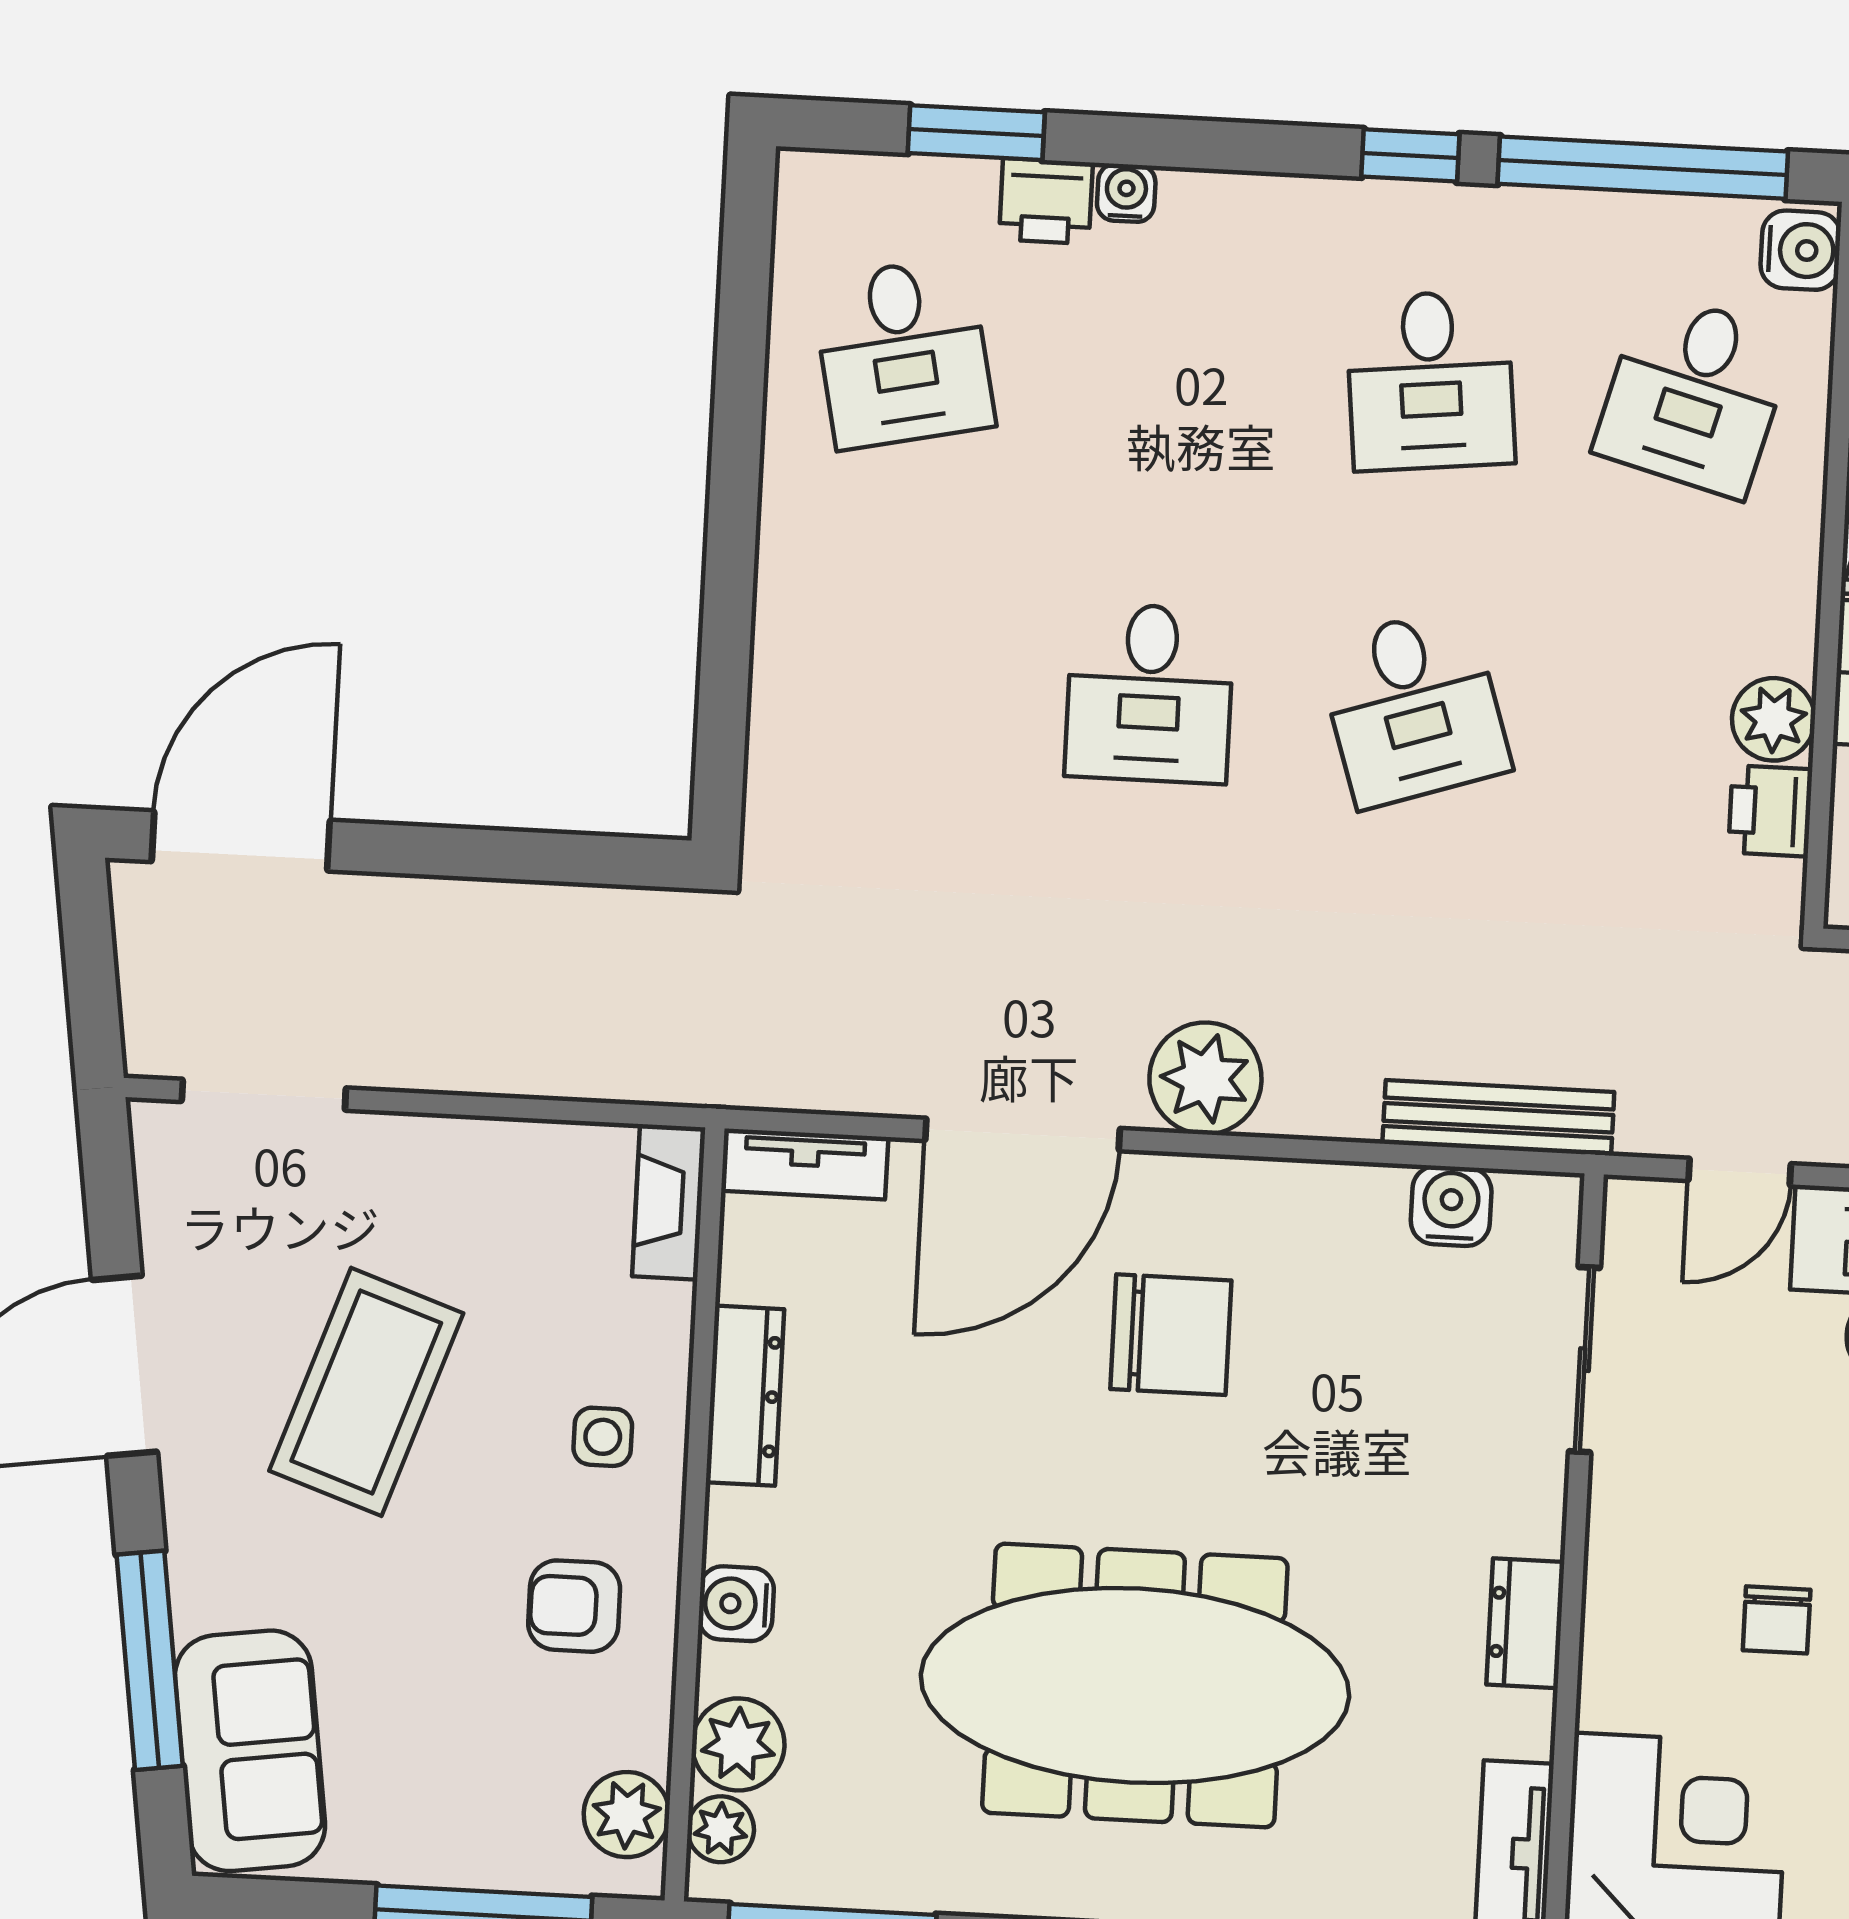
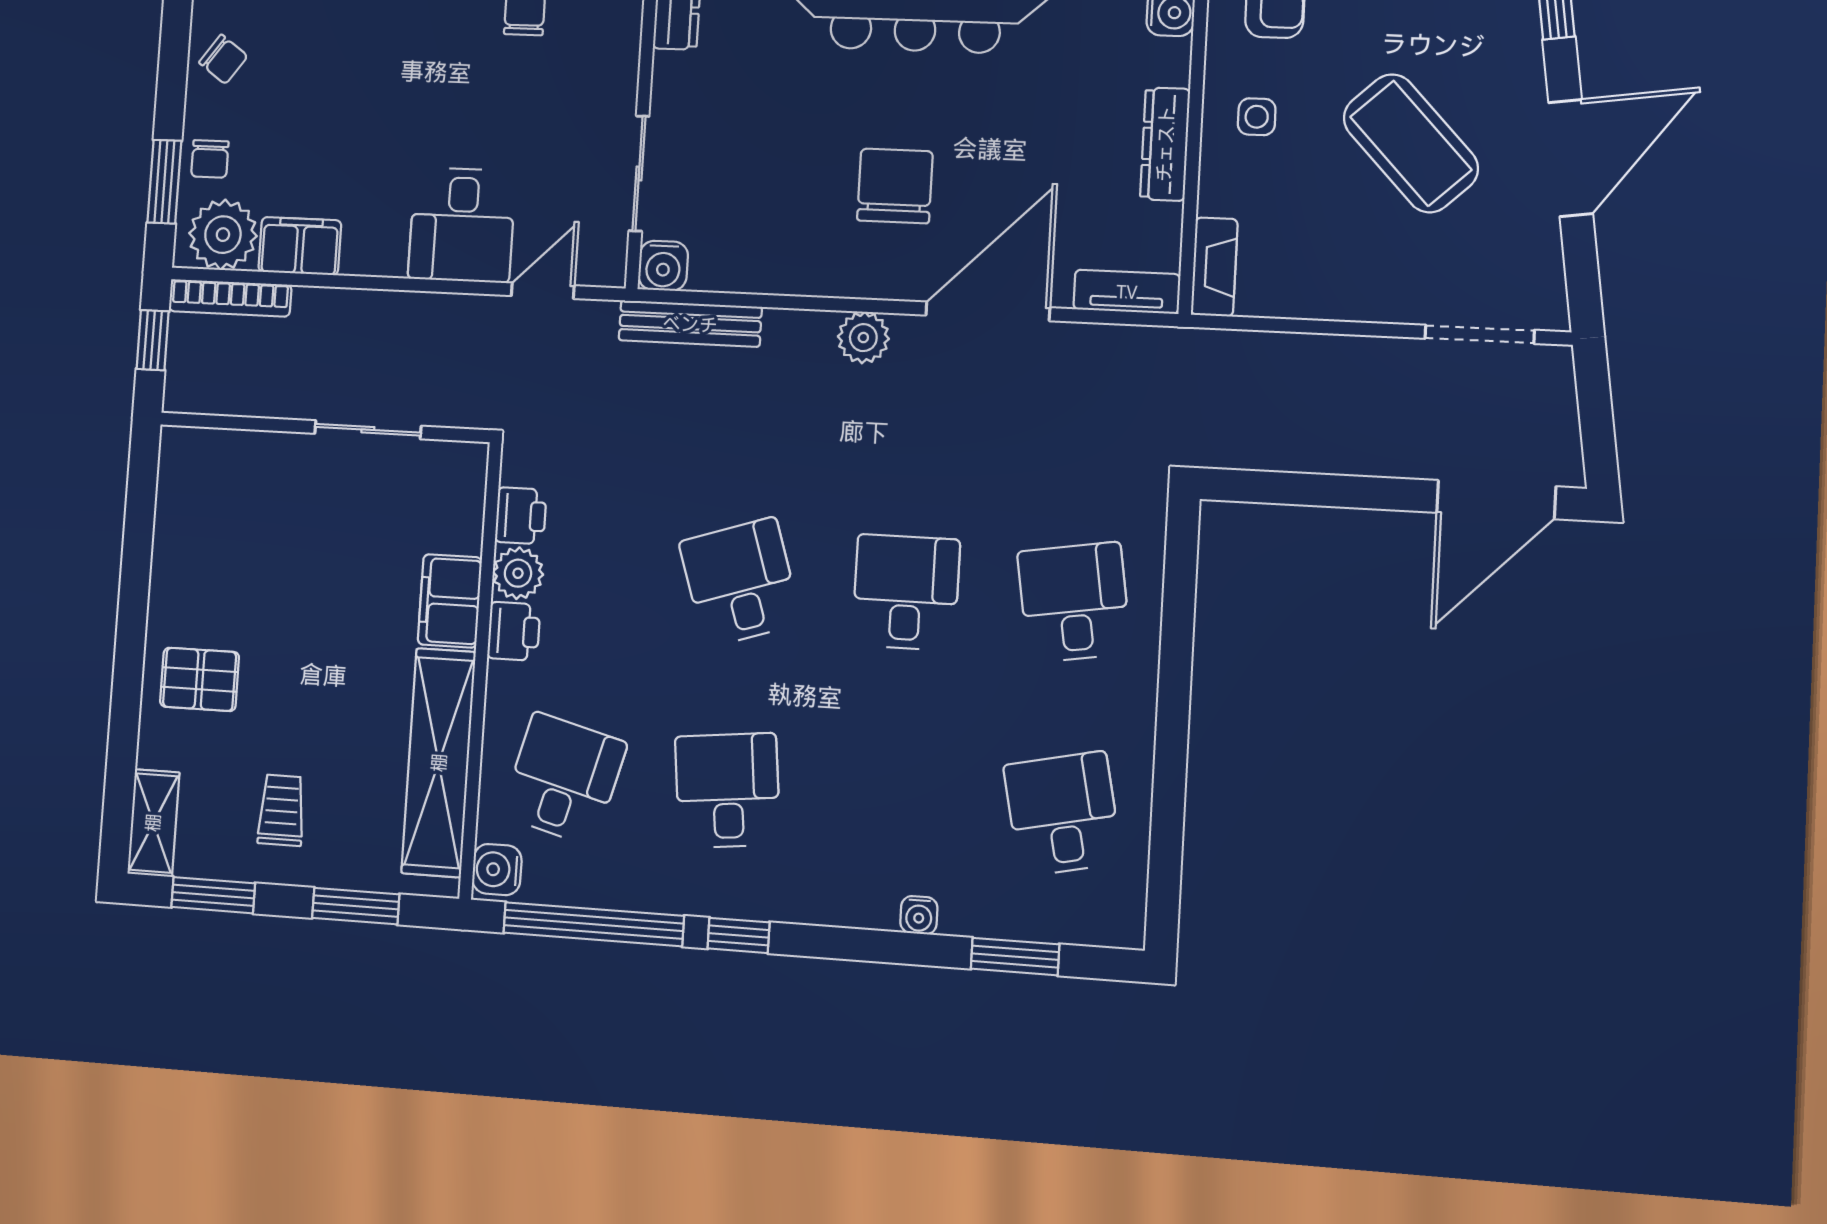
printer: (1046, 201) -> (514, 631), moved, turned 90
desk: (886, 679) -> (1074, 602), added
plant: (1205, 1078) -> (863, 338), width x0.73, depth x0.73
water cooler: (1451, 1206) -> (663, 266), moved
chair: (1171, 1335) -> (895, 186), turned 90
coffee table: (366, 1392) -> (1411, 143), turned -62

